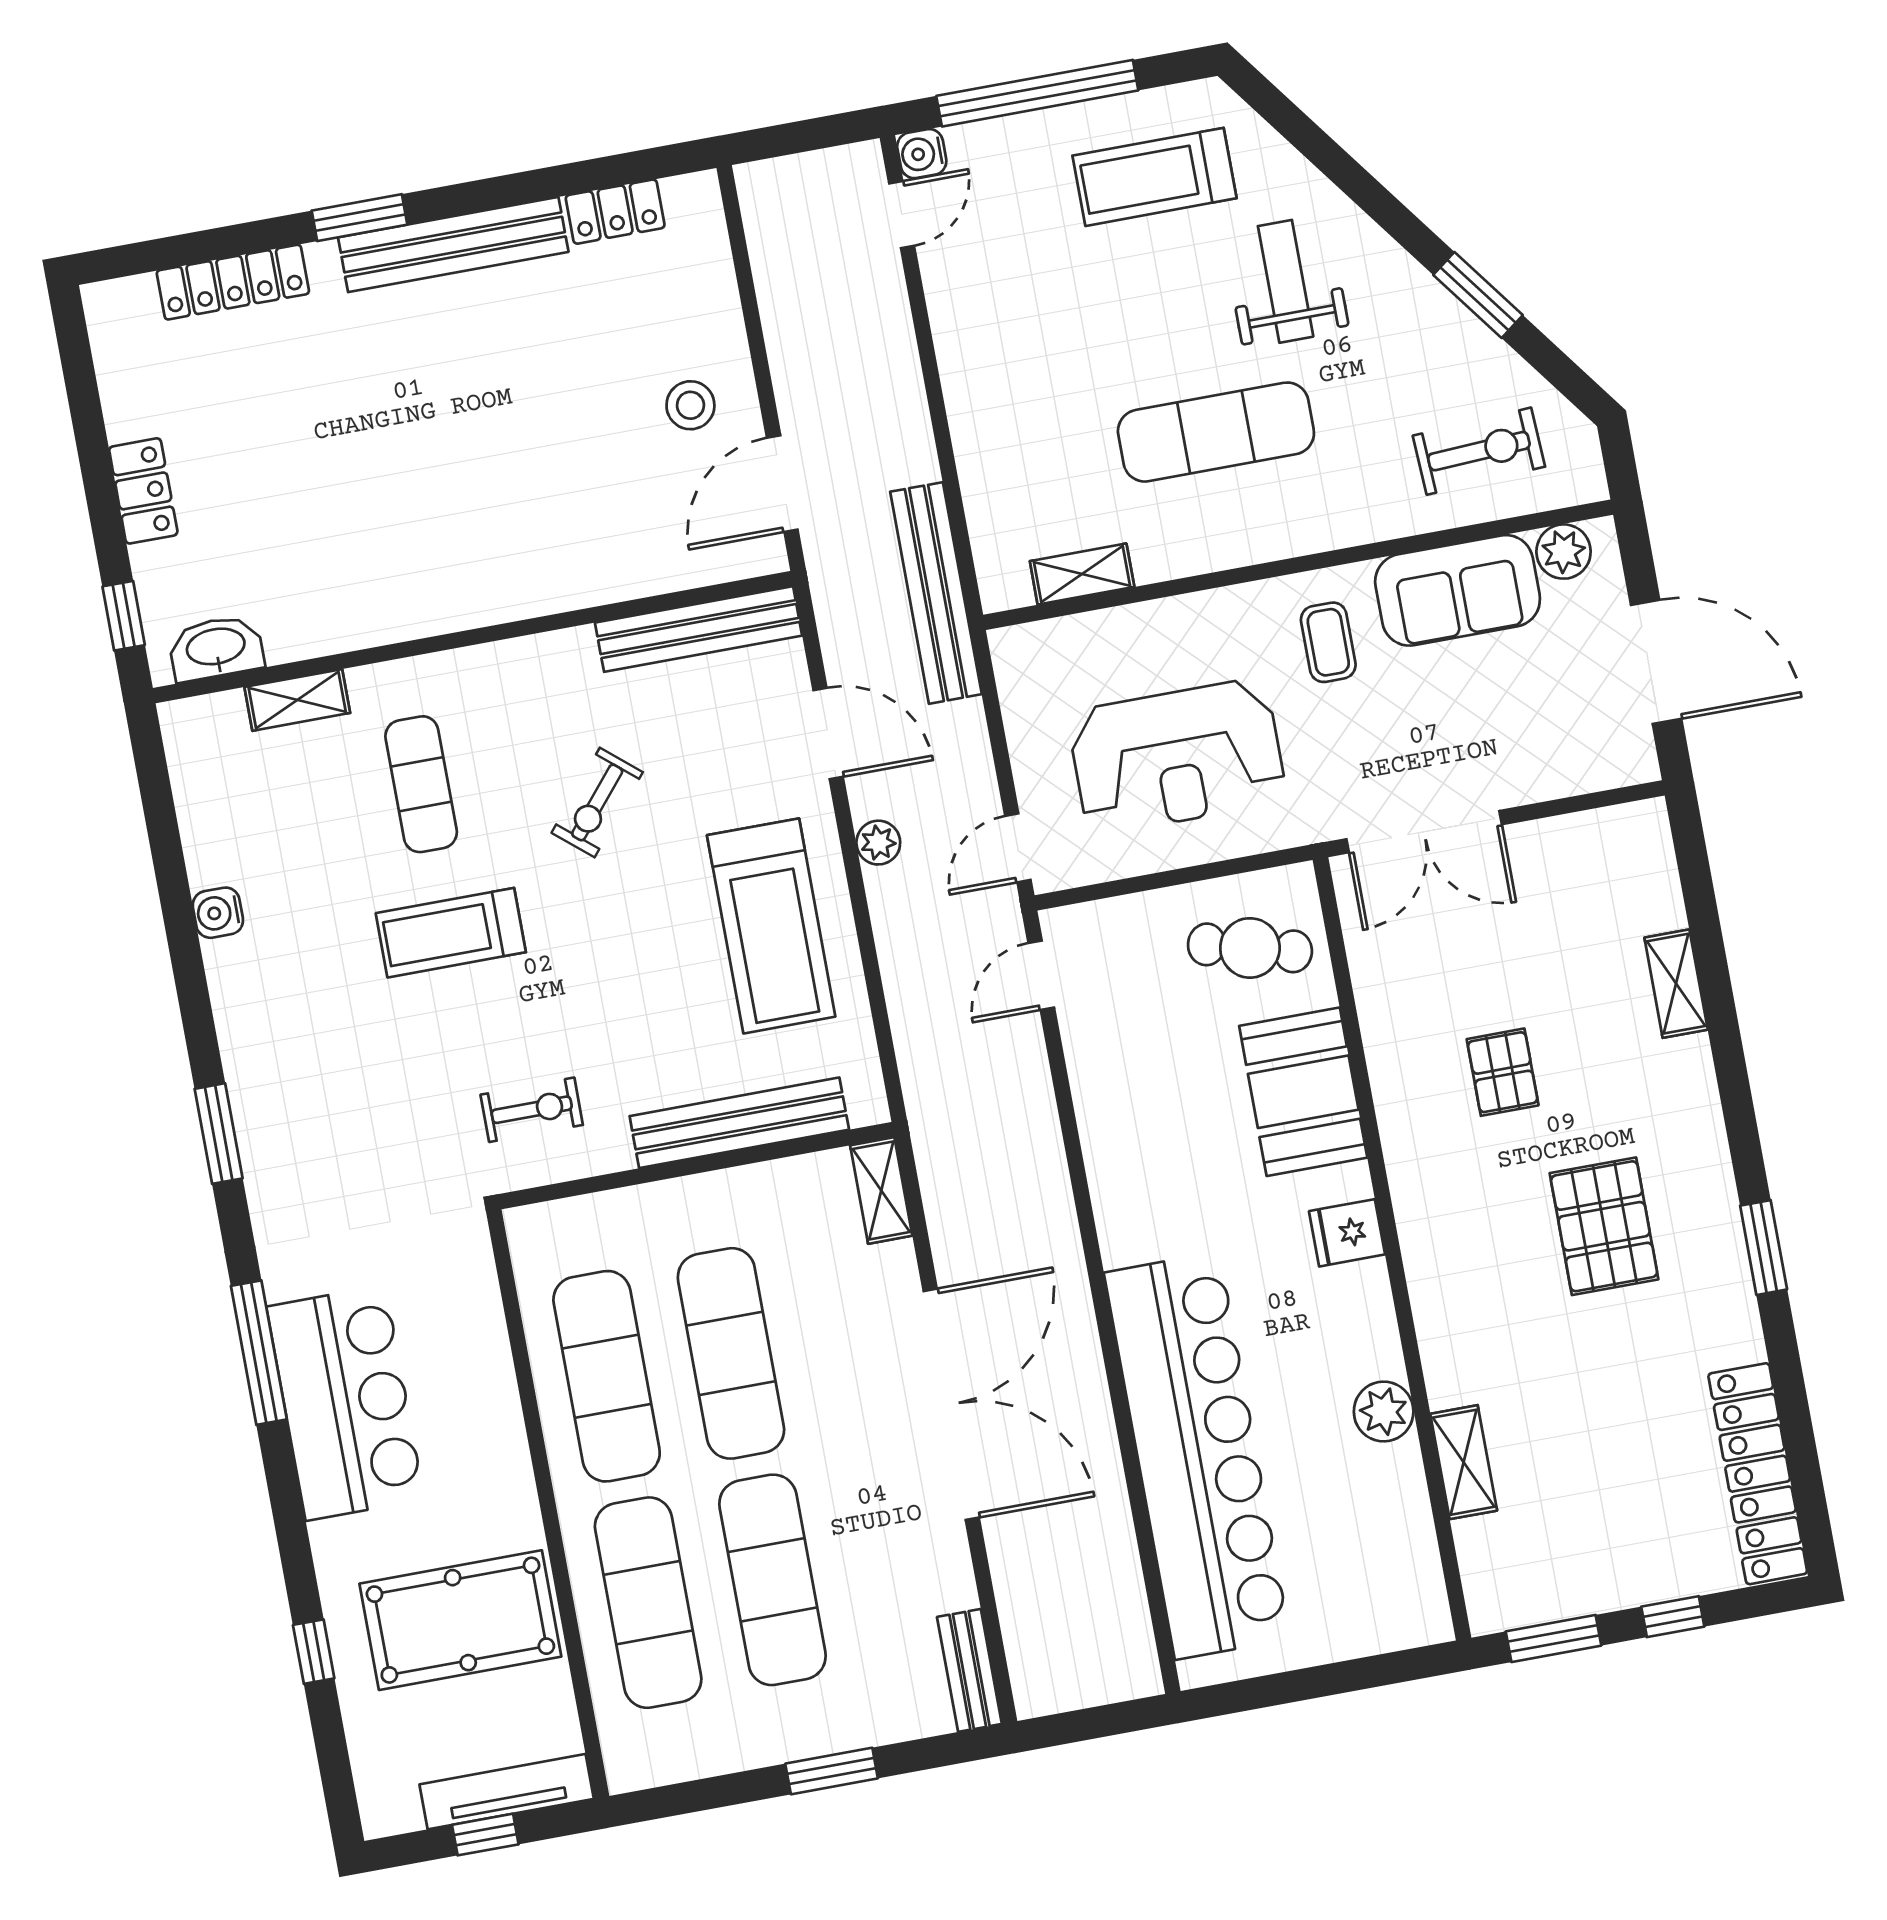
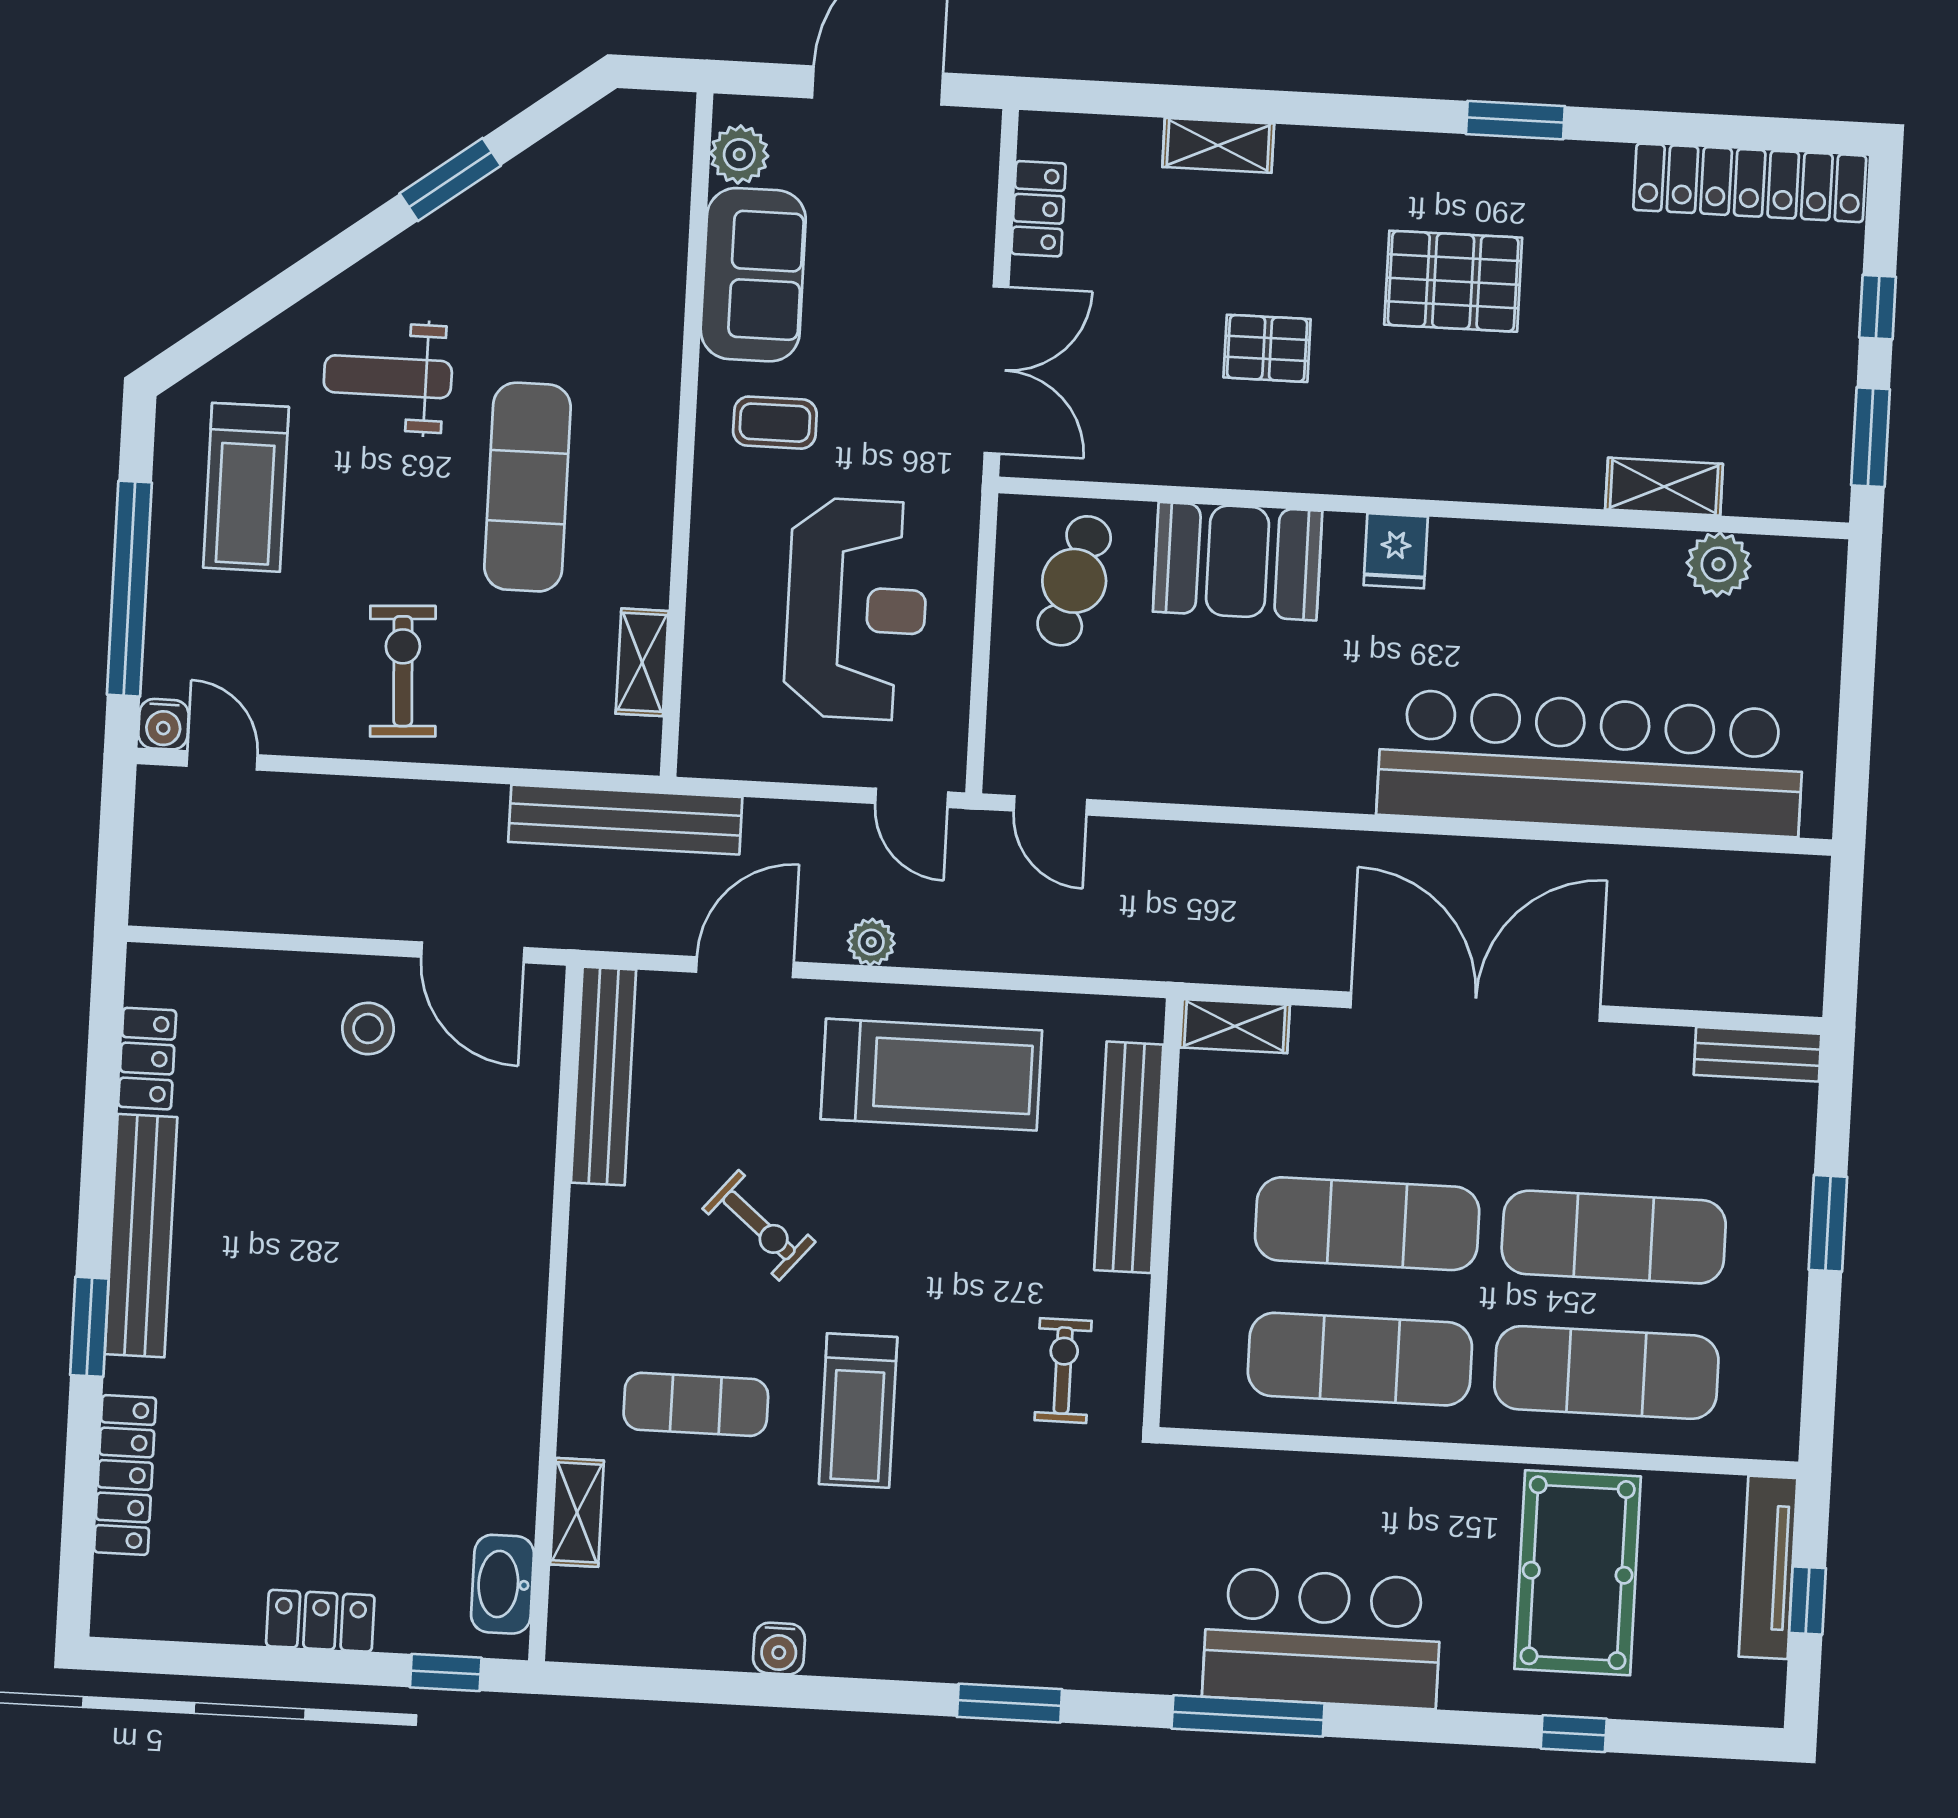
exercise bike: (1479, 451) -> (403, 671), moved
locker: (1579, 835) -> (1039, 209), added
plant: (1384, 1411) -> (1718, 564), moved

